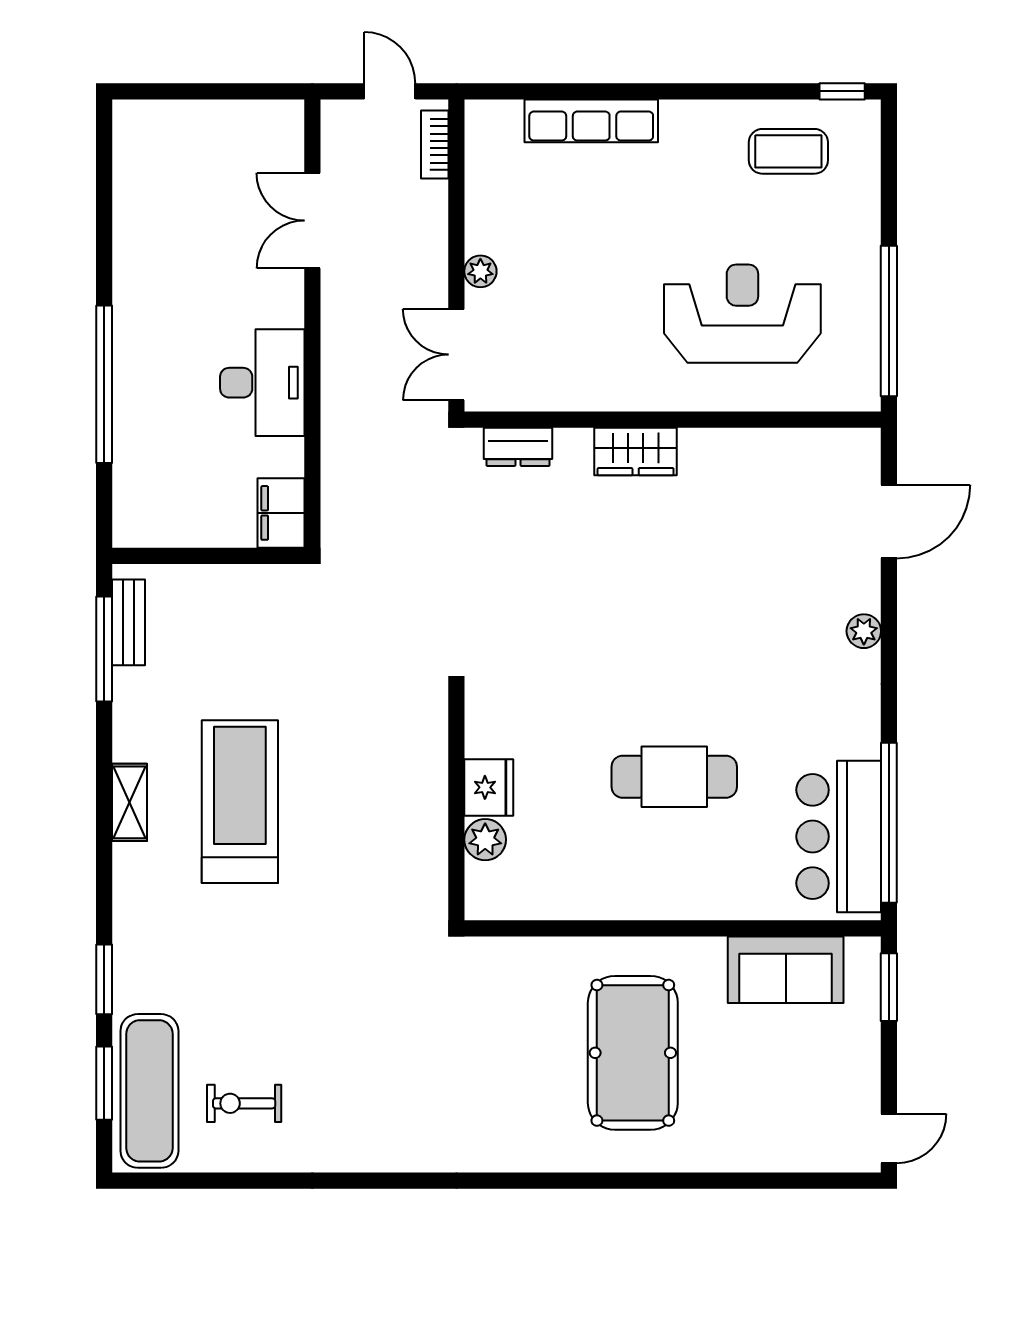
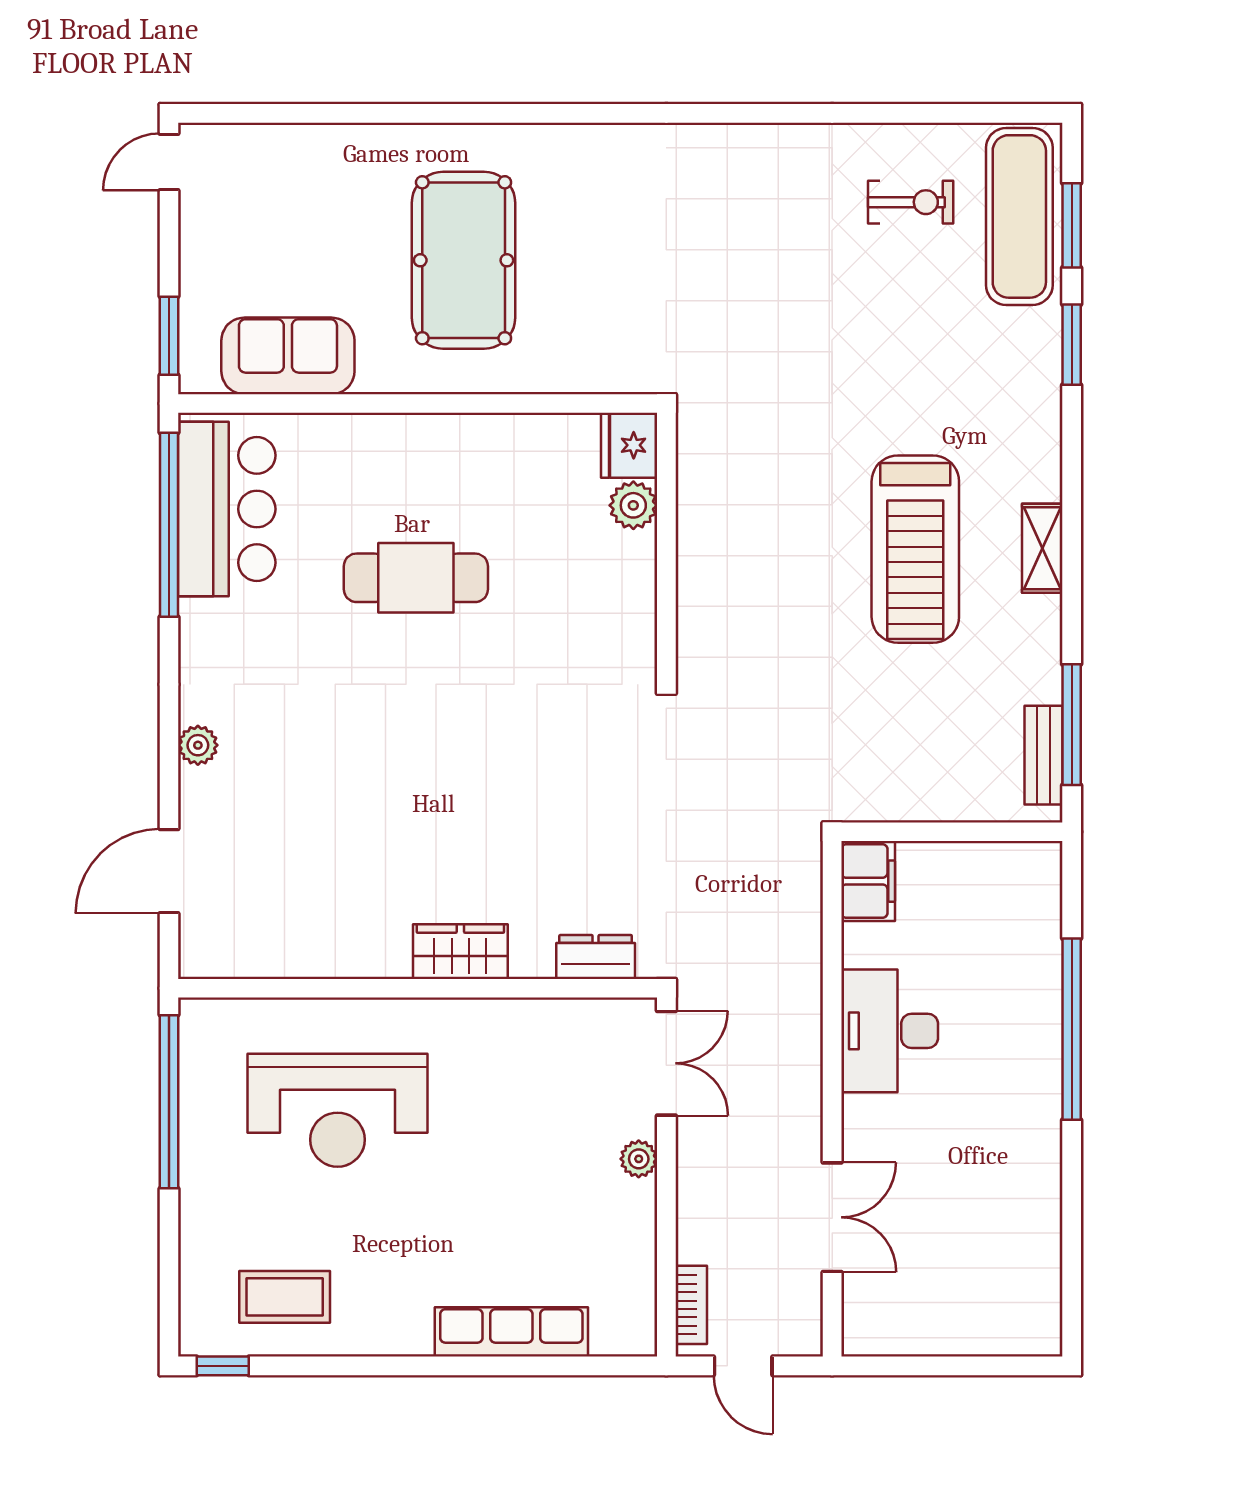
fridge: (489, 787) -> (629, 445), moved

